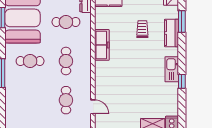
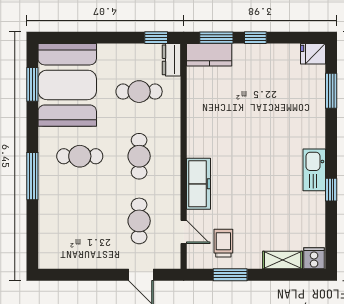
trolley: (142, 29) -> (223, 243), moved
kitchen counter: (172, 33) -> (314, 110), removed
freezer: (102, 45) -> (198, 184), moved

